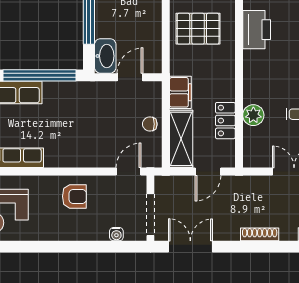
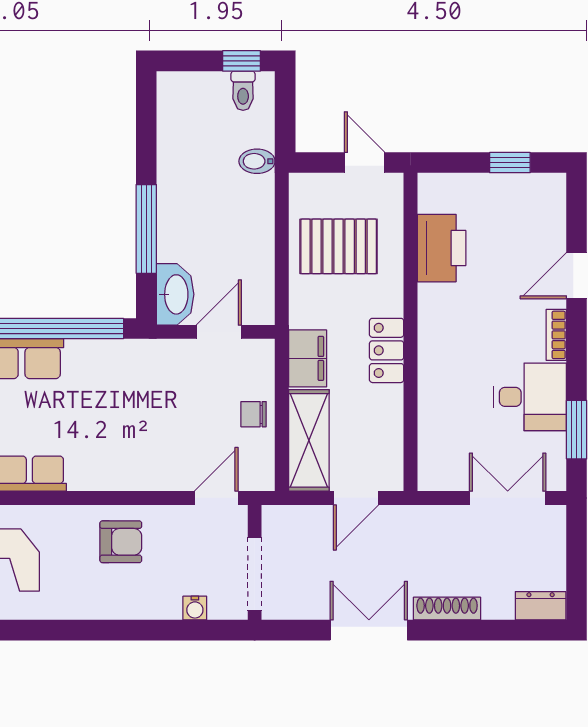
plant: (253, 115) -> (436, 399), removed
locker: (225, 121) -> (387, 350), moved
double door: (190, 247) -> (369, 630), moved

